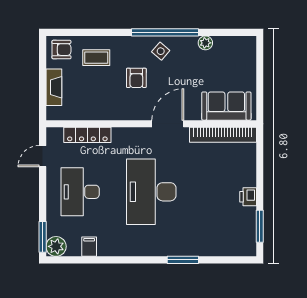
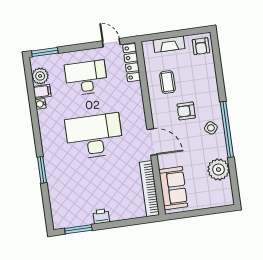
plant: (205, 43) -> (218, 170), width x1.88, depth x1.88
coffee table: (96, 58) -> (167, 82), moved
locker: (87, 135) -> (132, 63), moved
plant: (56, 246) -> (40, 76), moved
water cooler: (104, 251) -> (41, 104), added

